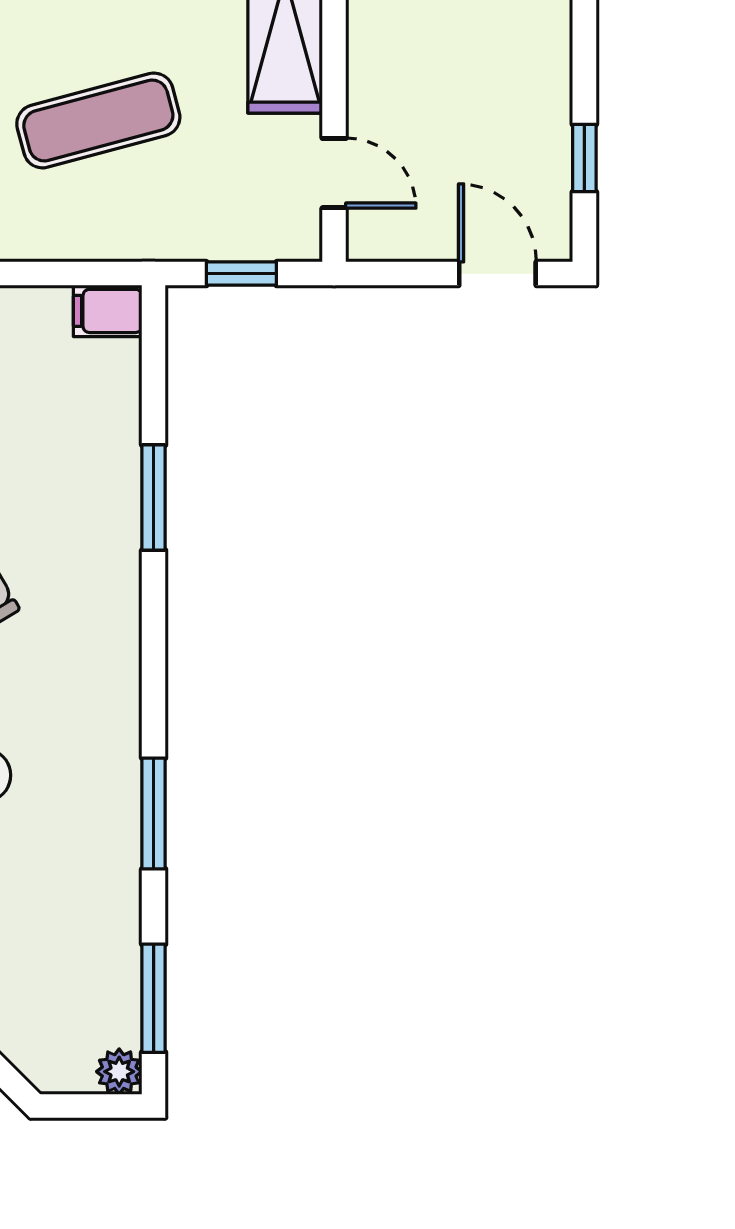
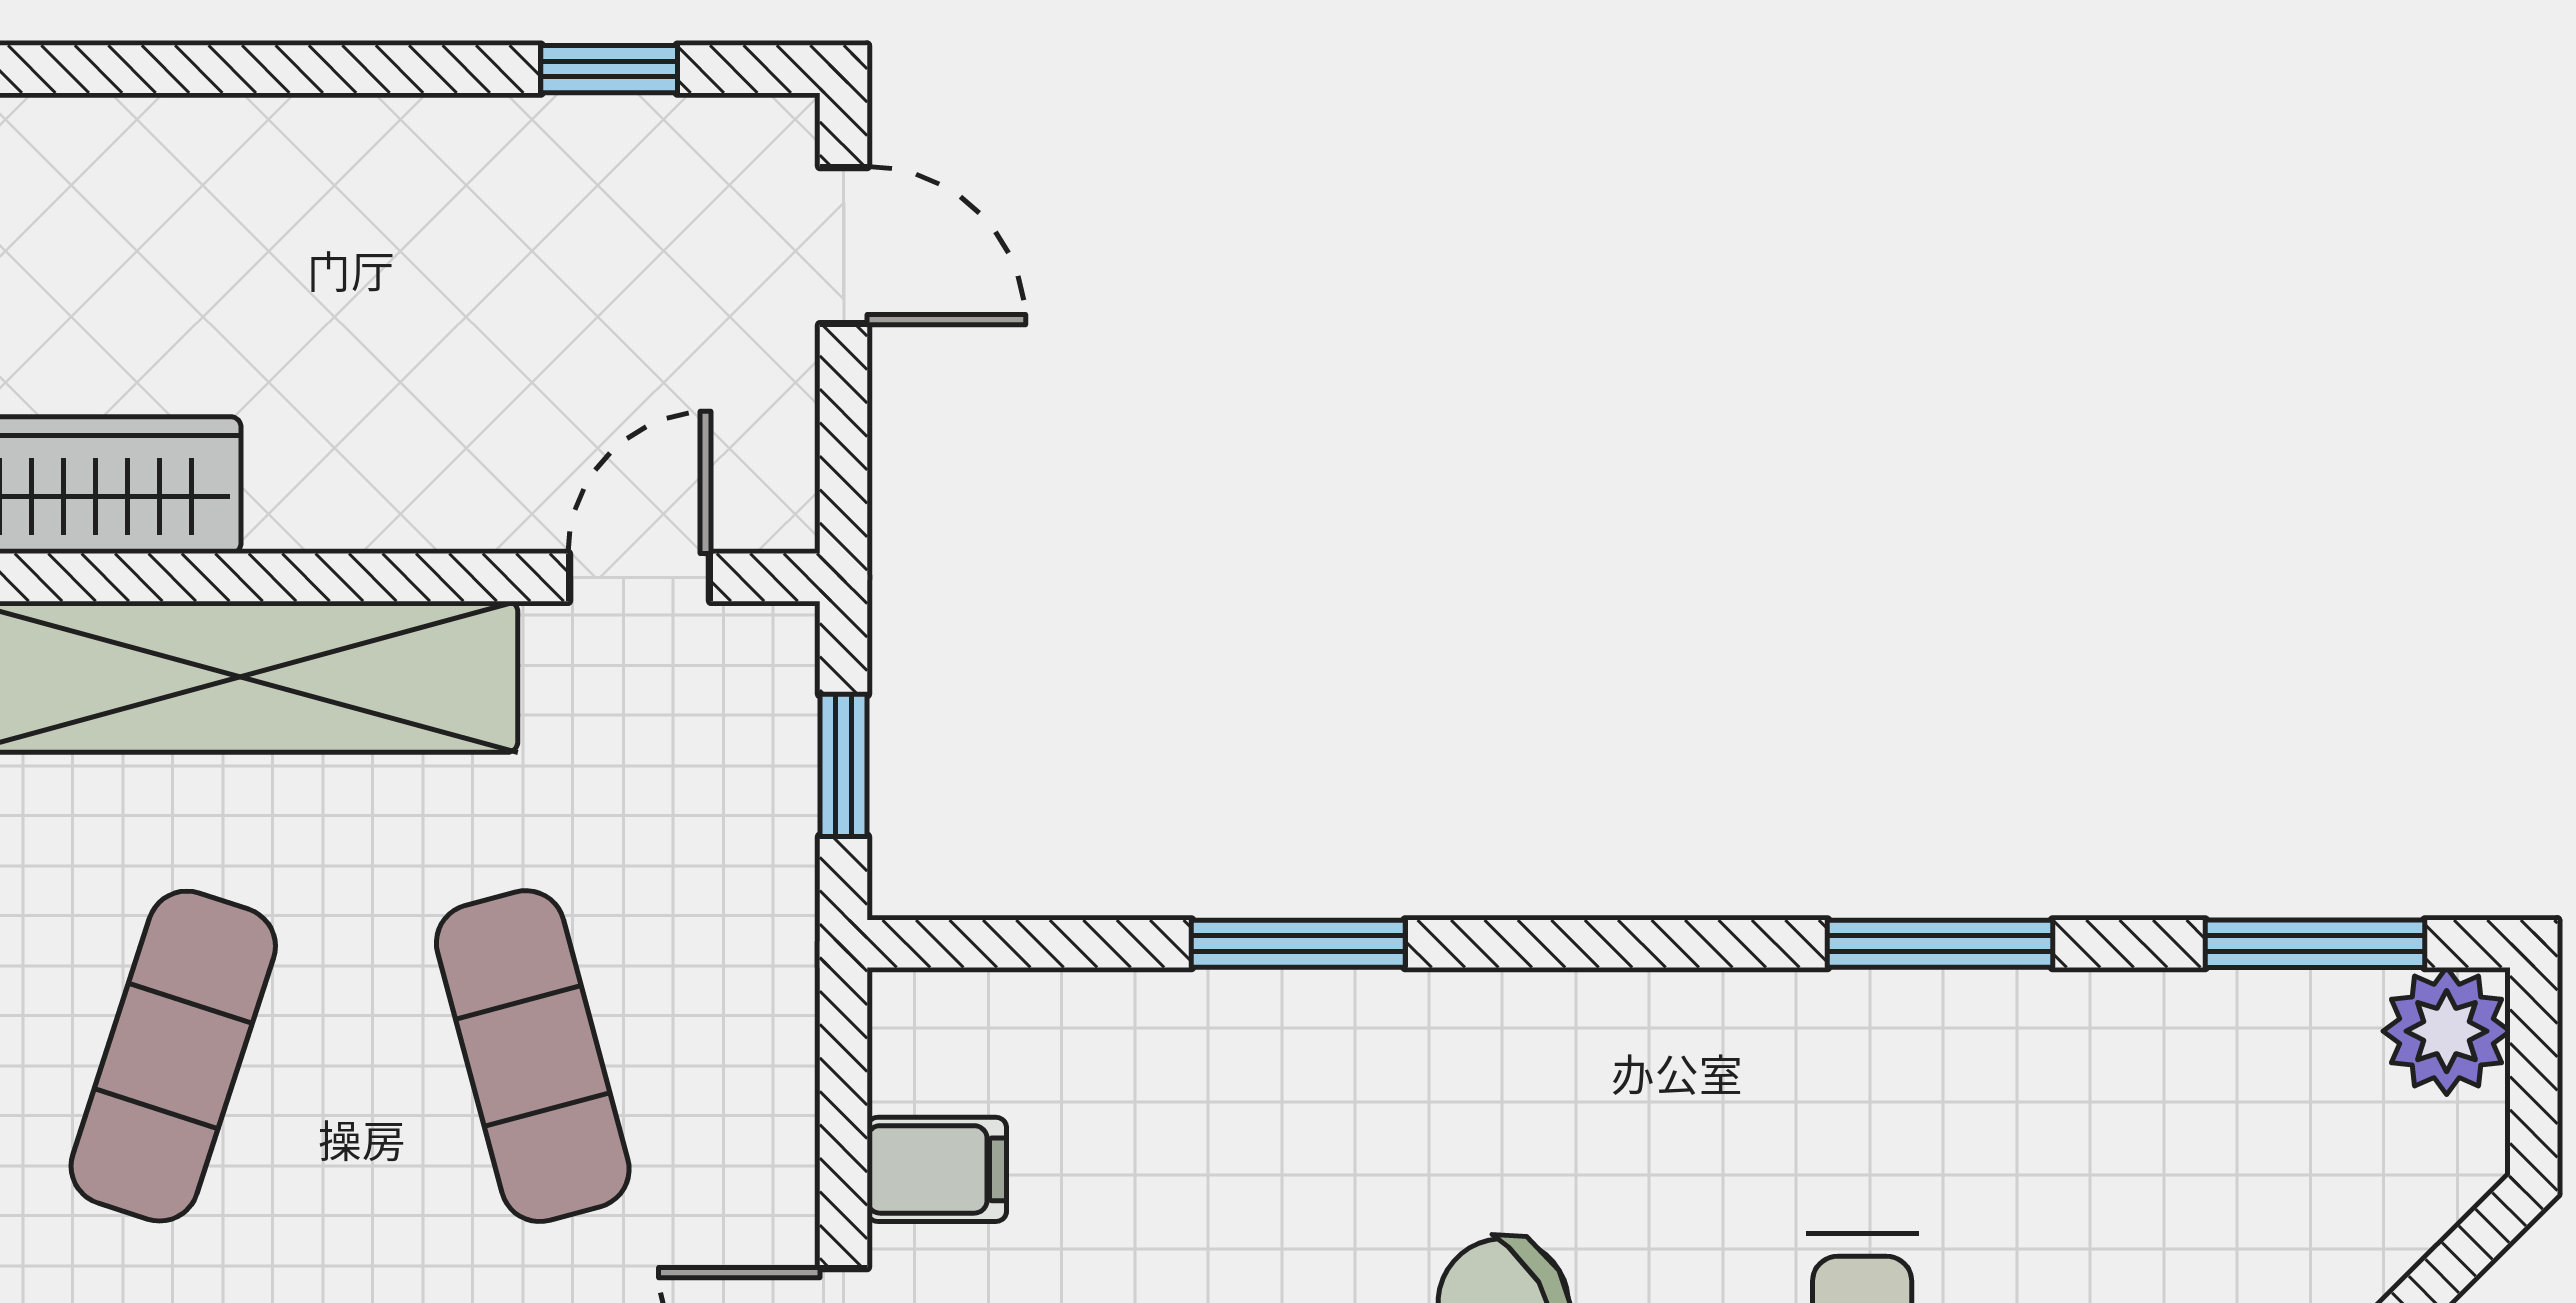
door: (497, 274) -> (844, 246), swing flipped
filing cabinet: (108, 311) -> (937, 1169), moved, turned -90
plant: (119, 1072) -> (2447, 1031), width x1.38, depth x1.38

